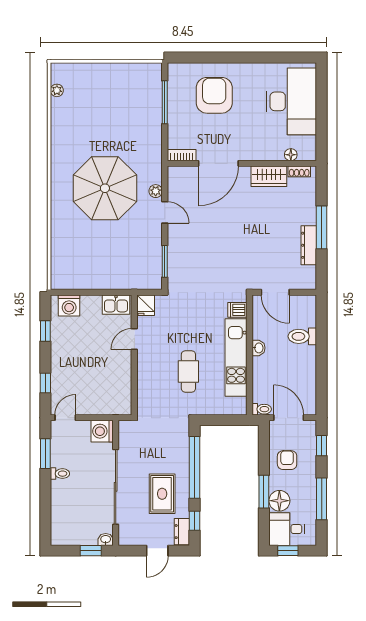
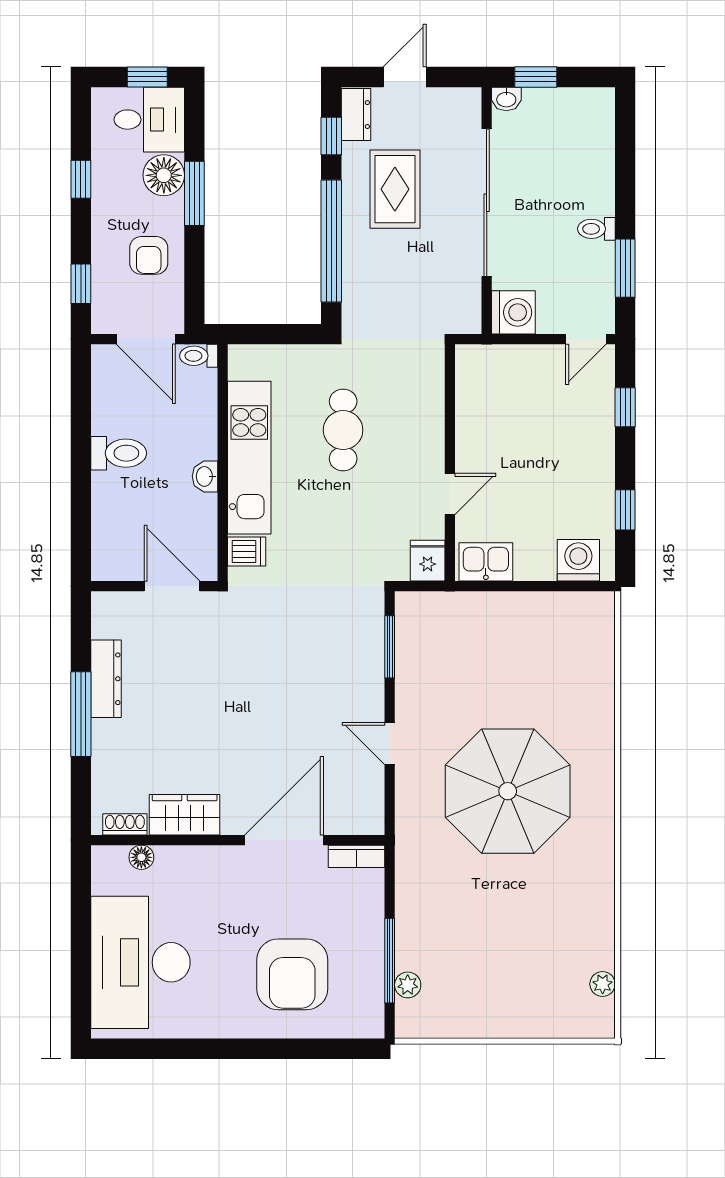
plant: (156, 191) -> (408, 985), moved
toilet: (302, 336) -> (119, 453), moved
window: (322, 499) -> (81, 179), width x0.46

